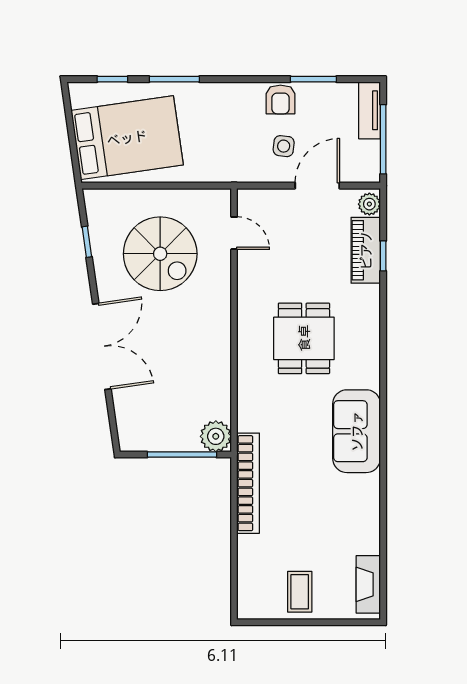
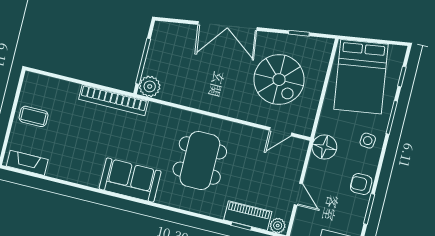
side table: (284, 146) -> (368, 141), moved
floor lamp: (241, 165) -> (324, 147), added
door: (317, 186) -> (298, 194), width x0.73
spiral stairs: (160, 254) -> (279, 80), turned -90
dining table: (304, 338) -> (200, 161), width x1.38

